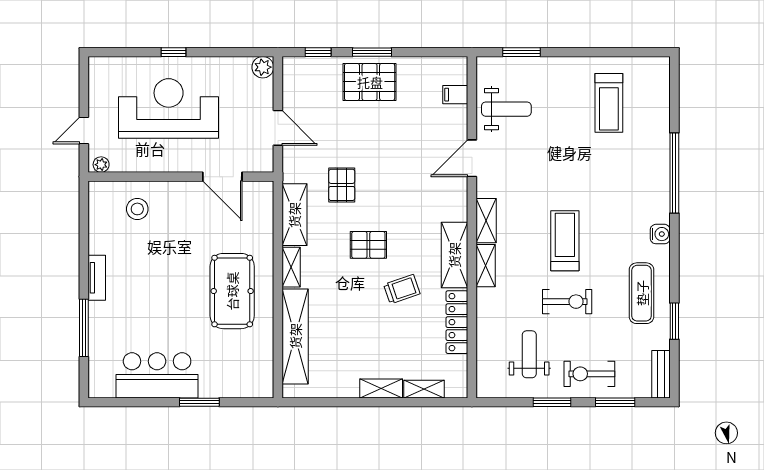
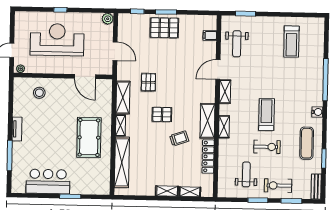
weight bench: (506, 109) -> (237, 44), turned 90
shelving: (486, 221) -> (225, 92), moved

